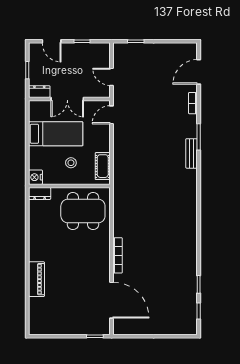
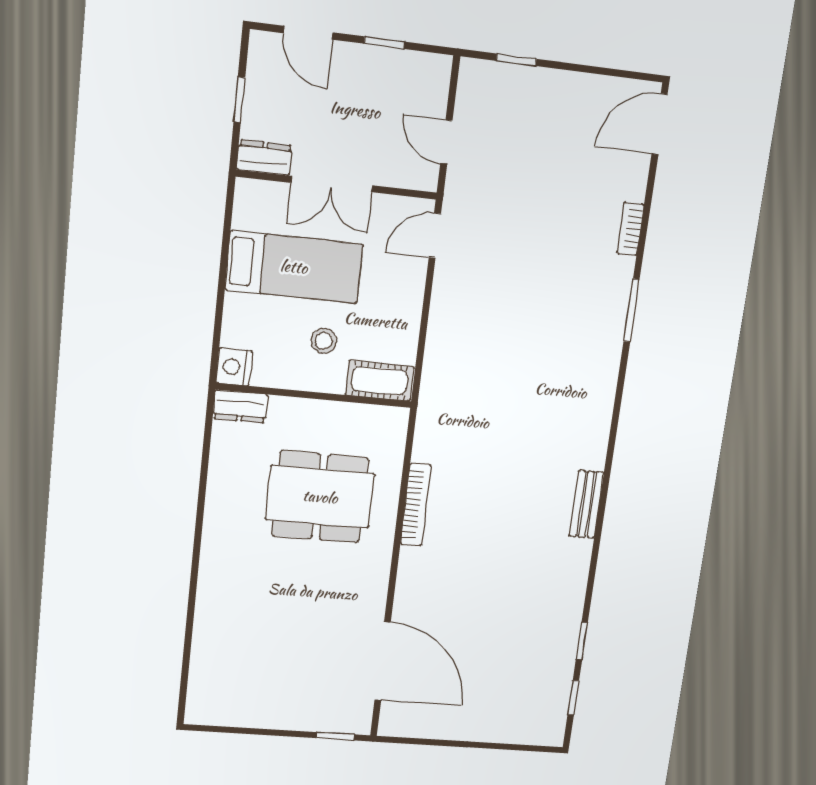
door: (199, 72) -> (660, 124), moved
bench: (192, 153) -> (586, 504), moved
cot: (103, 166) -> (380, 381), moved, turned 90
dining table: (83, 211) -> (320, 497), moved
bookcase: (118, 255) -> (416, 505), moved
piano: (37, 279) -> (214, 603), removed

